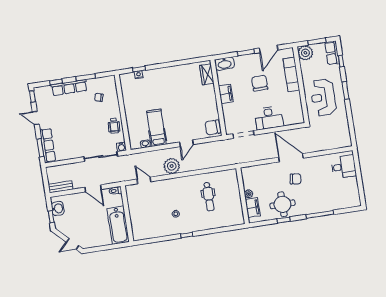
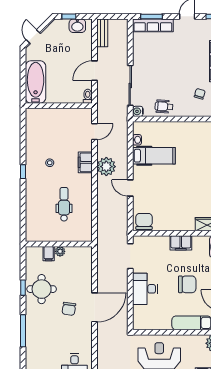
filing cabinet: (171, 184) -> (85, 162), added
dental chair: (209, 197) -> (64, 204), turned 90
filing cabinet: (253, 208) -> (49, 254), width x0.50
bathtub: (118, 225) -> (36, 82), moved, turned 90

